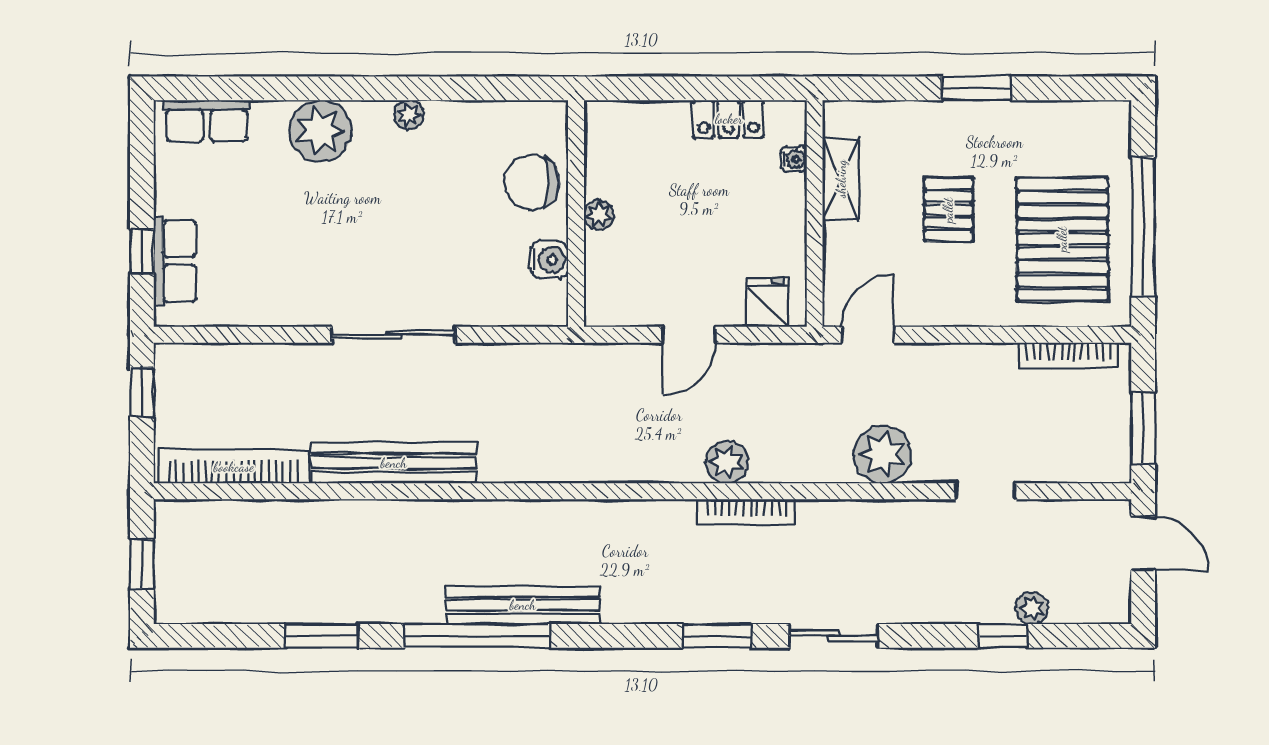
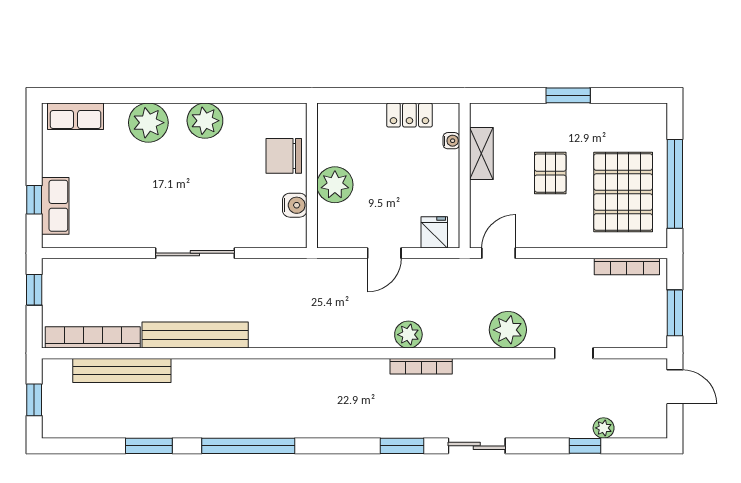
plant: (409, 115) -> (205, 121), width x1.88, depth x1.88
plant: (599, 215) -> (335, 185), width x1.87, depth x1.87
bench: (523, 605) -> (122, 370), moved

